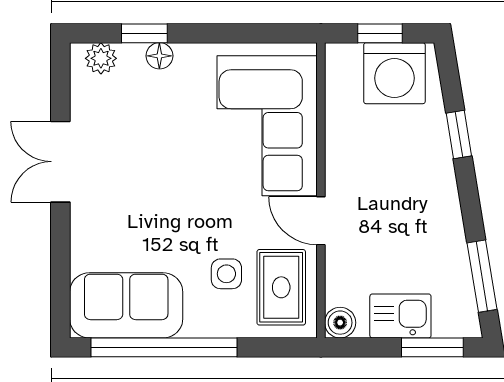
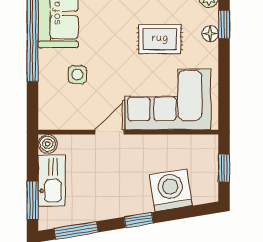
washing machine: (394, 73) -> (171, 190), moved, turned 81
window: (459, 135) -> (139, 220), moved
rug: (281, 287) -> (160, 39), moved
kitchen sink: (400, 316) -> (52, 181), width x1.38

